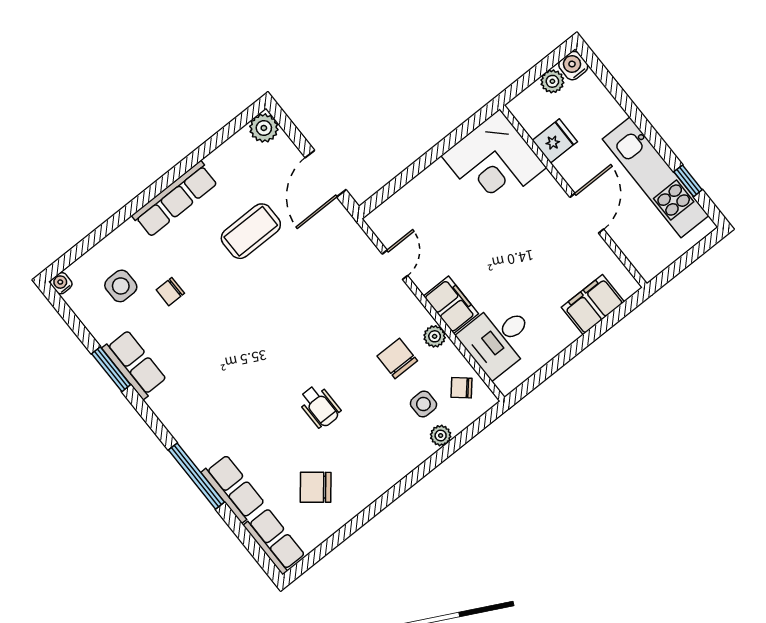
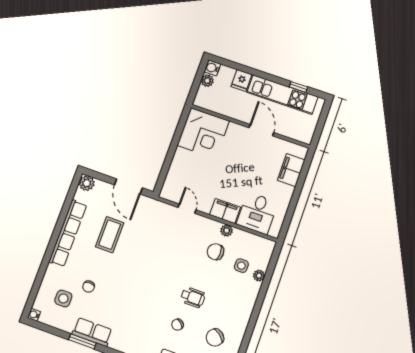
fridge: (555, 141) -> (241, 81), moved, turned 180
row of seats: (175, 199) -> (68, 233), width x1.36
chair: (461, 388) -> (178, 325), moved

